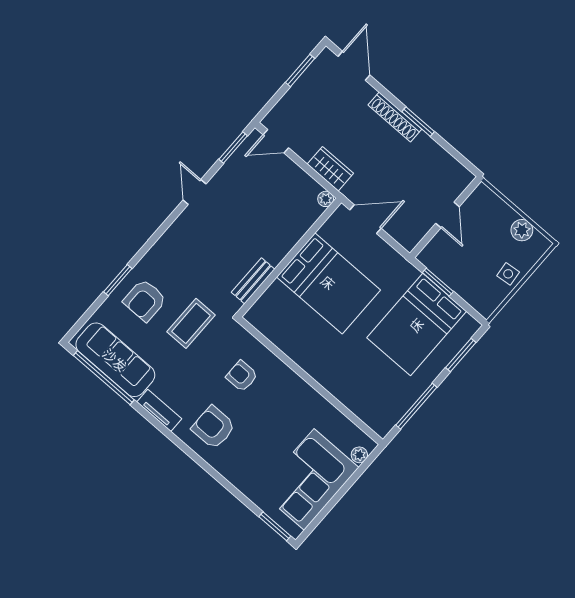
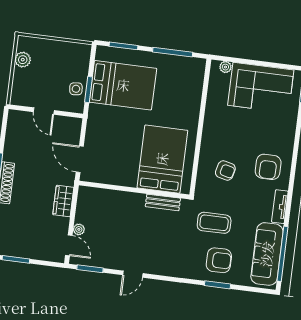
plant: (326, 199) -> (79, 229), moved
door: (447, 215) -> (44, 111), swing flipped
side table: (508, 274) -> (76, 89), moved
bed: (328, 283) -> (162, 159), moved
armchair: (242, 376) -> (225, 171), turned -76

